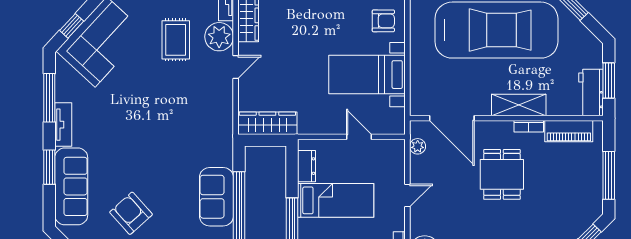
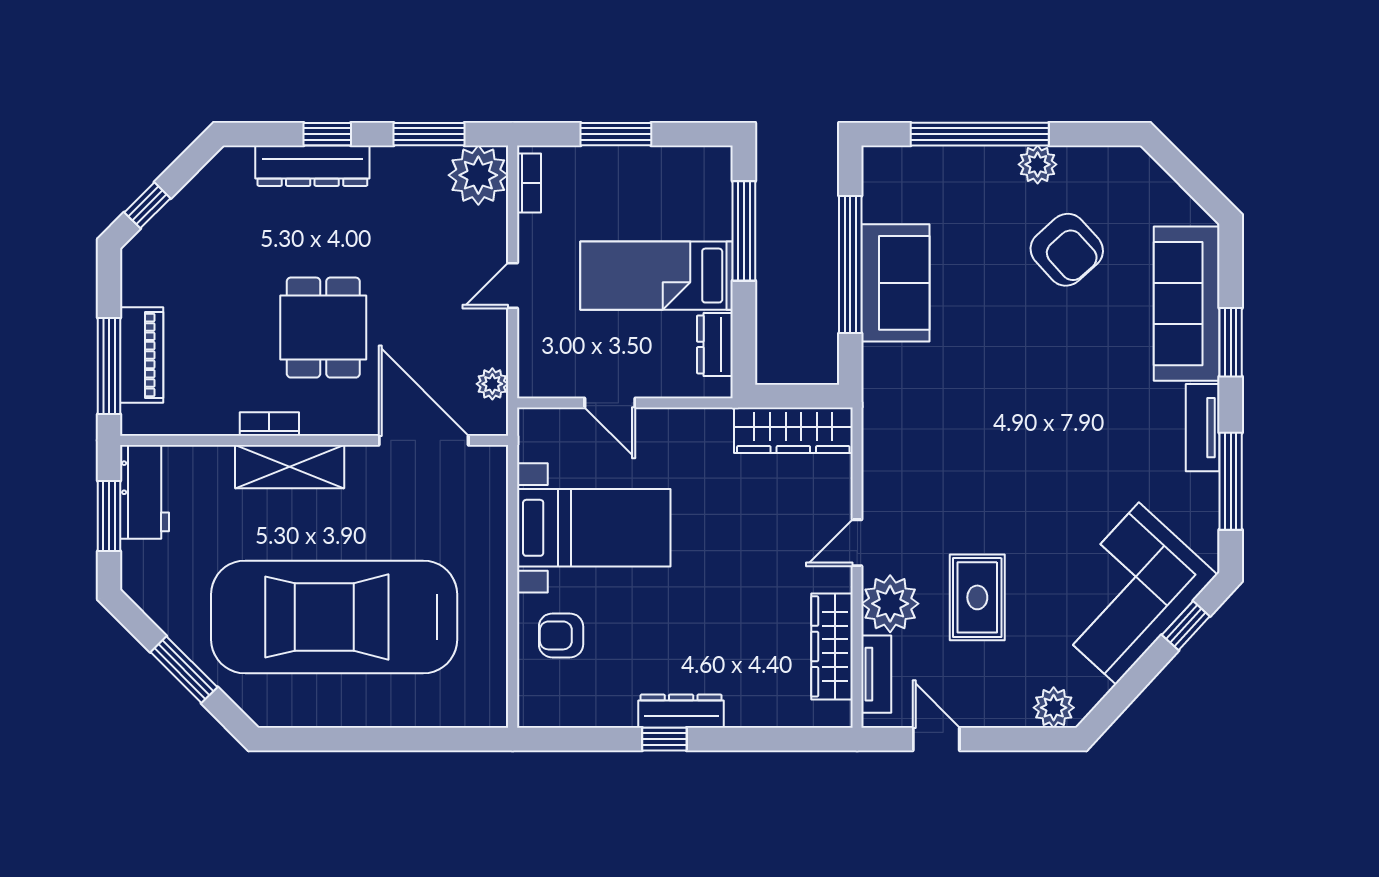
piano: (569, 131) -> (142, 355), moved, turned 90
window: (609, 175) -> (109, 366), moved

